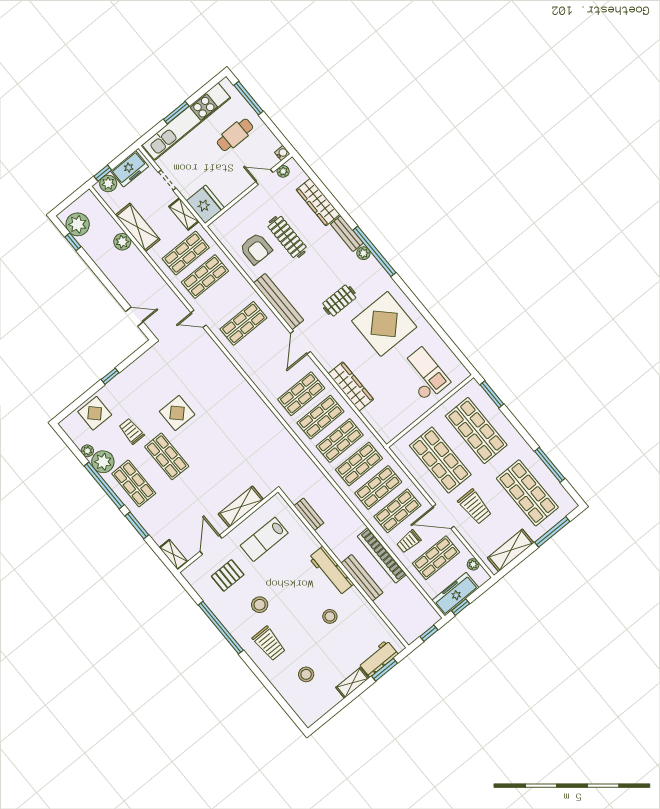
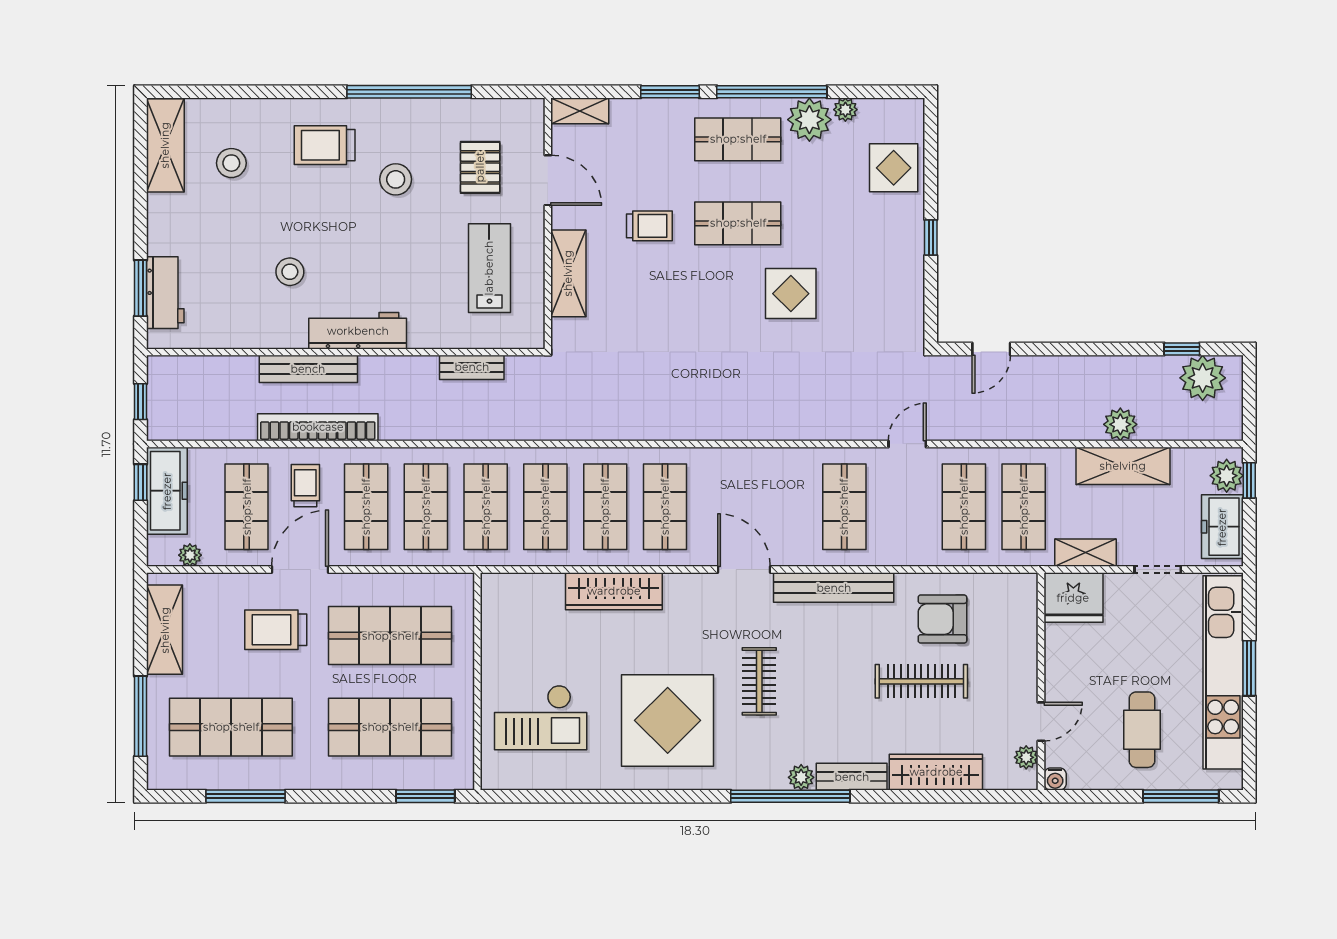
trolley: (131, 431) -> (649, 226), moved
shelving: (352, 683) -> (165, 145), moved, width x1.50, depth x1.33

